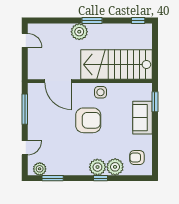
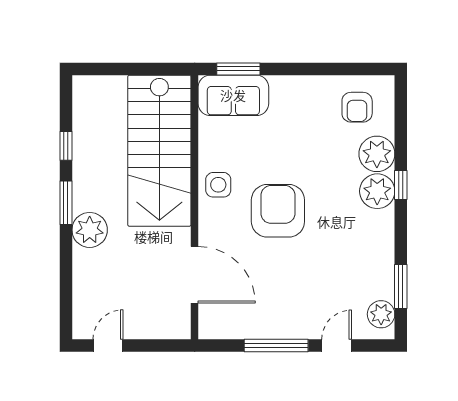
window: (138, 21) -> (66, 146), moved
door: (58, 81) -> (195, 275), hinge flipped
window: (25, 109) -> (276, 346), moved
sofa: (143, 118) -> (233, 95), moved
door: (25, 148) -> (337, 346), hinge flipped

